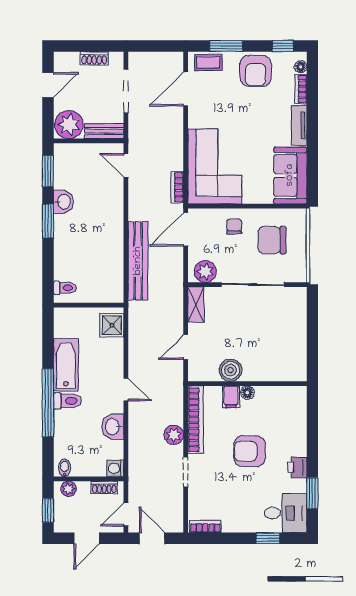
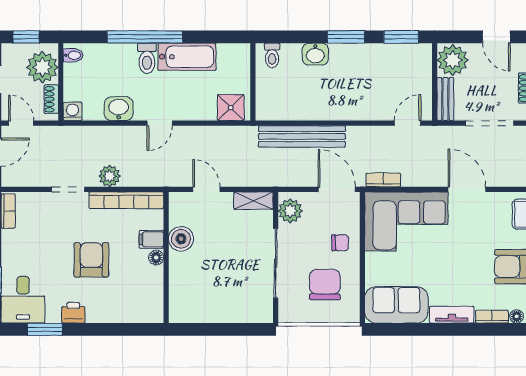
door: (186, 89) -> (467, 189), moved
washbasin: (63, 202) -> (315, 54), moved
plant: (69, 489) -> (42, 67), width x1.88, depth x1.88

